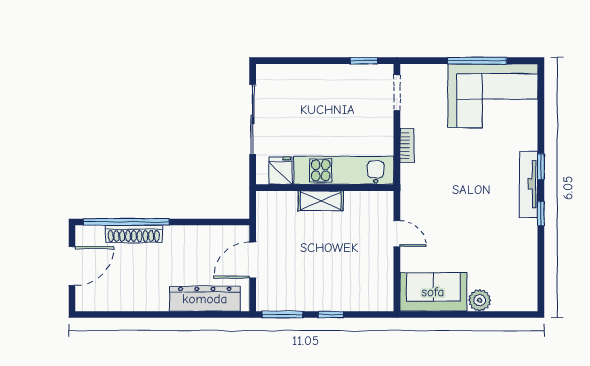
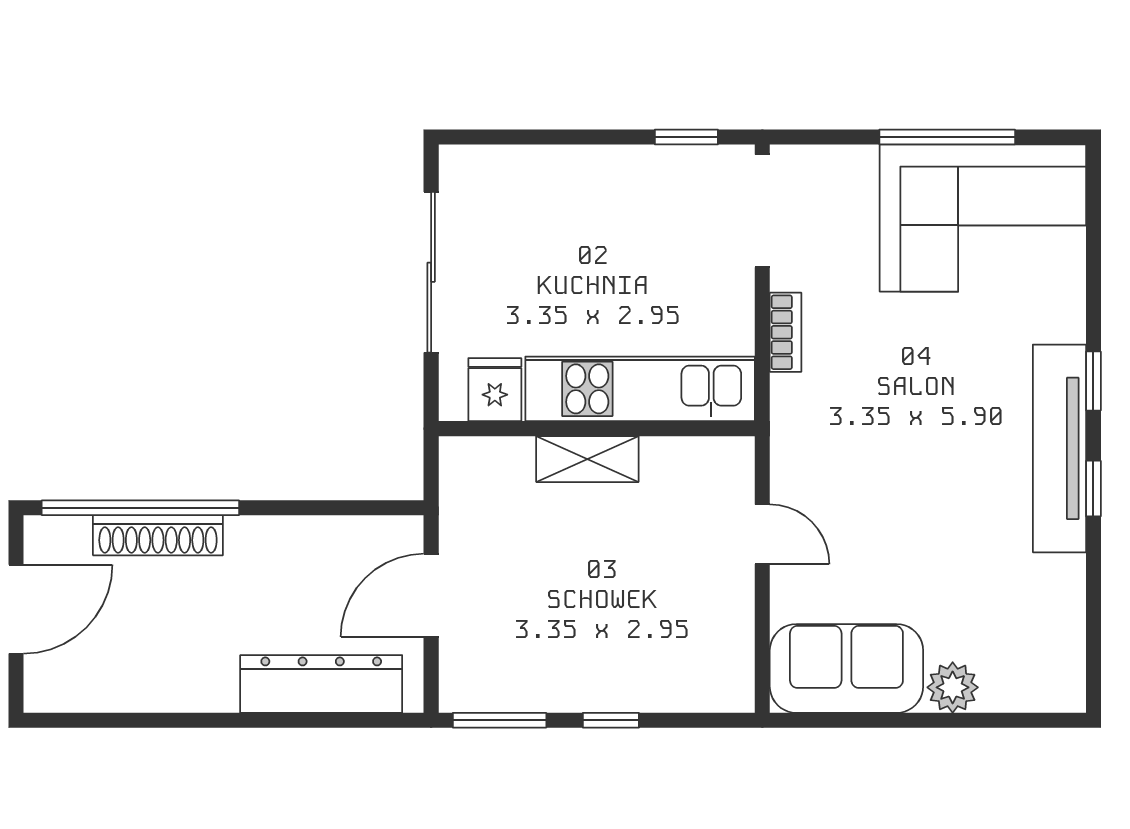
doorway: (397, 93) -> (762, 211), width x1.38
tv unit: (529, 184) -> (1059, 448), width x1.36, depth x1.29

